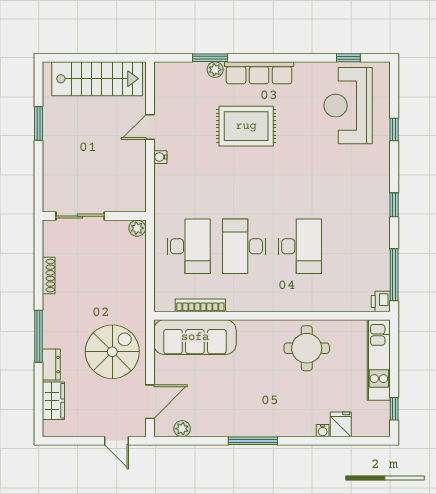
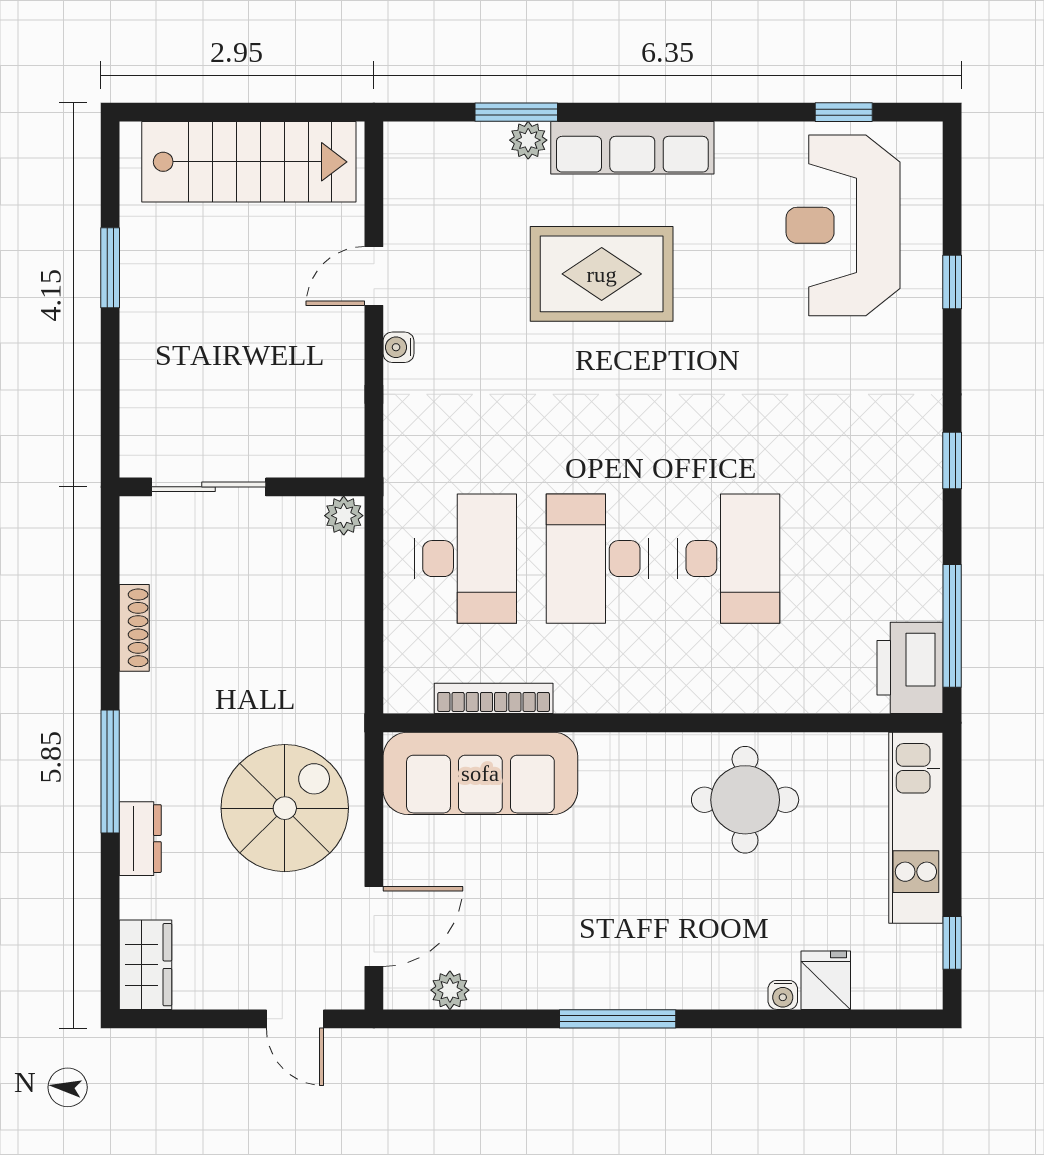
printer: (381, 301) -> (910, 668), width x1.87, depth x1.48
wardrobe: (53, 401) -> (146, 965), moved

